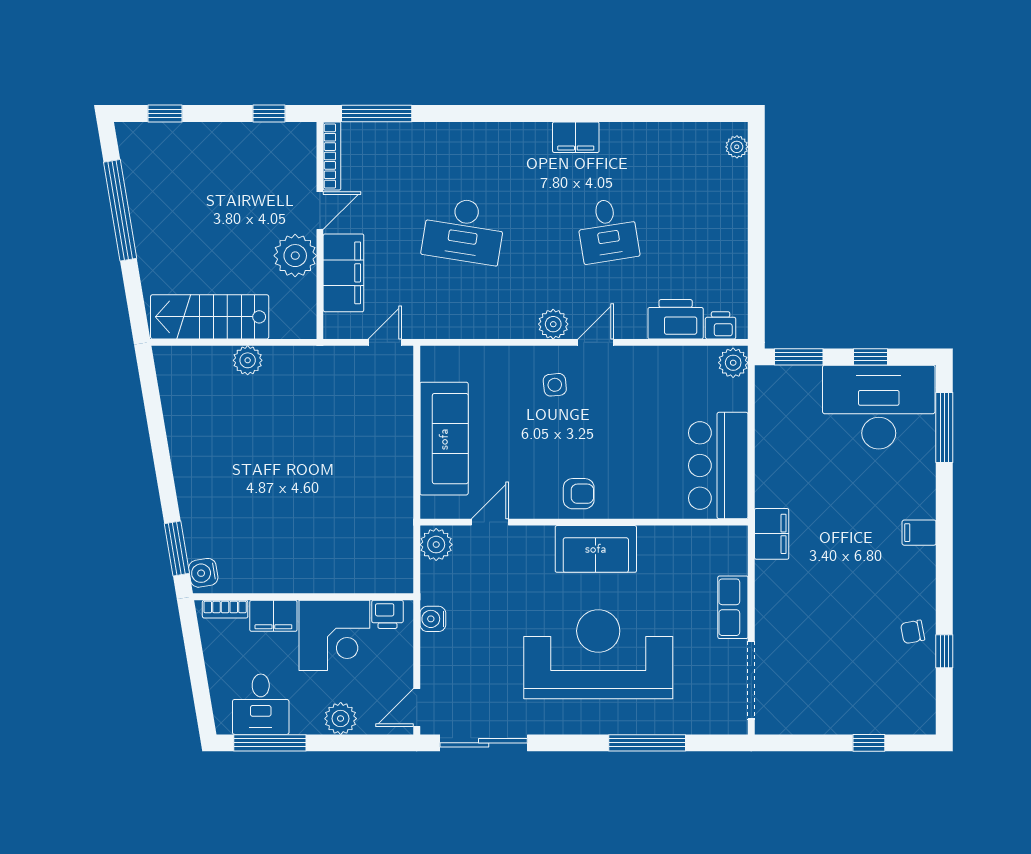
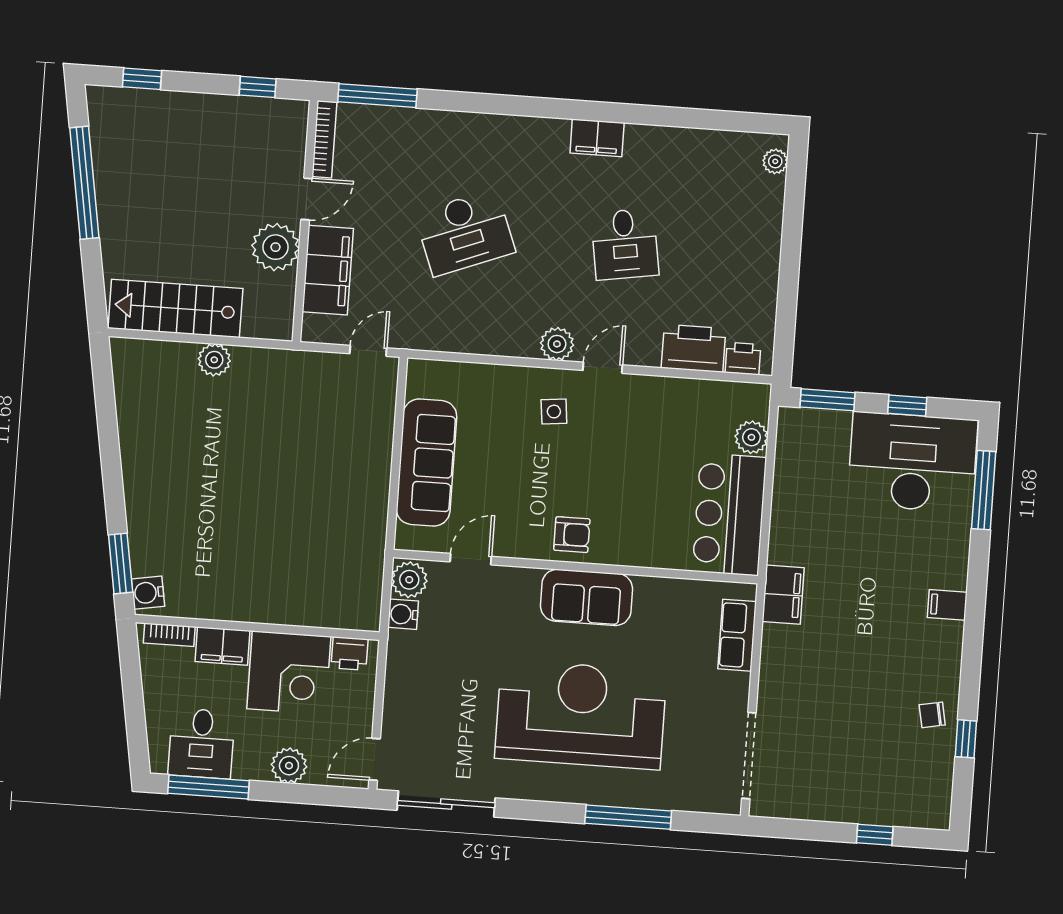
desk: (464, 230) -> (465, 233), turned -30
plant: (733, 363) -> (751, 437), moved
row of seats: (733, 607) -> (737, 635), moved
water cooler: (433, 619) -> (403, 614), moved

